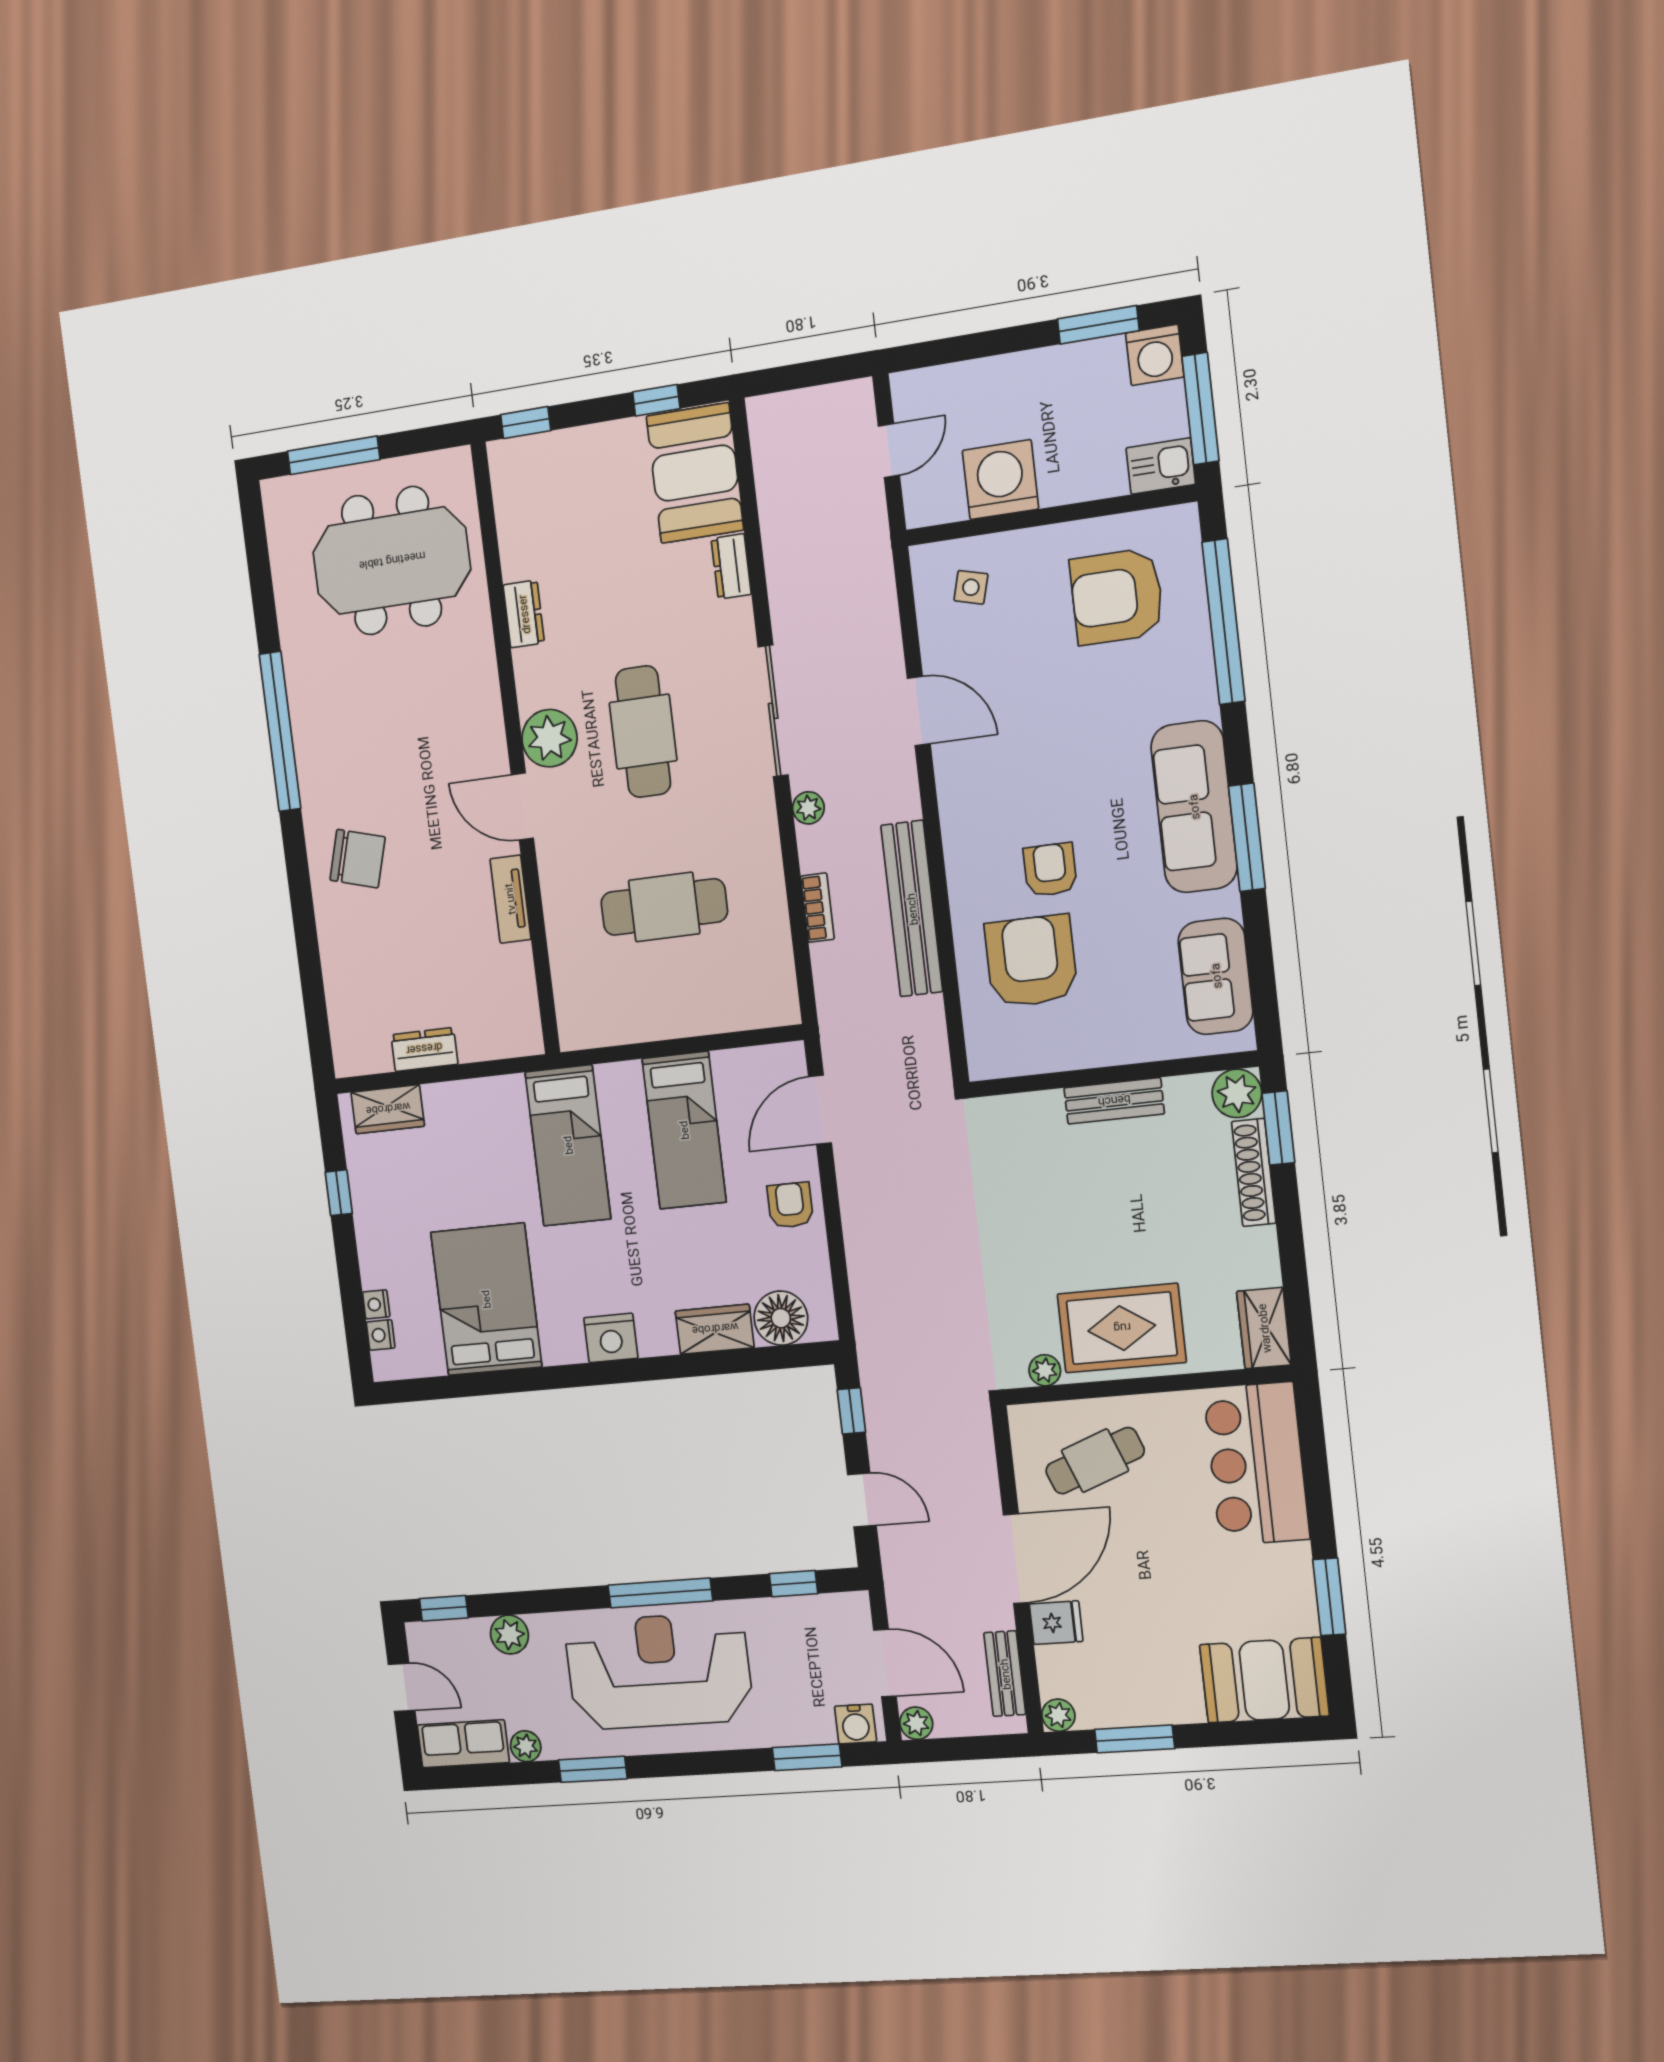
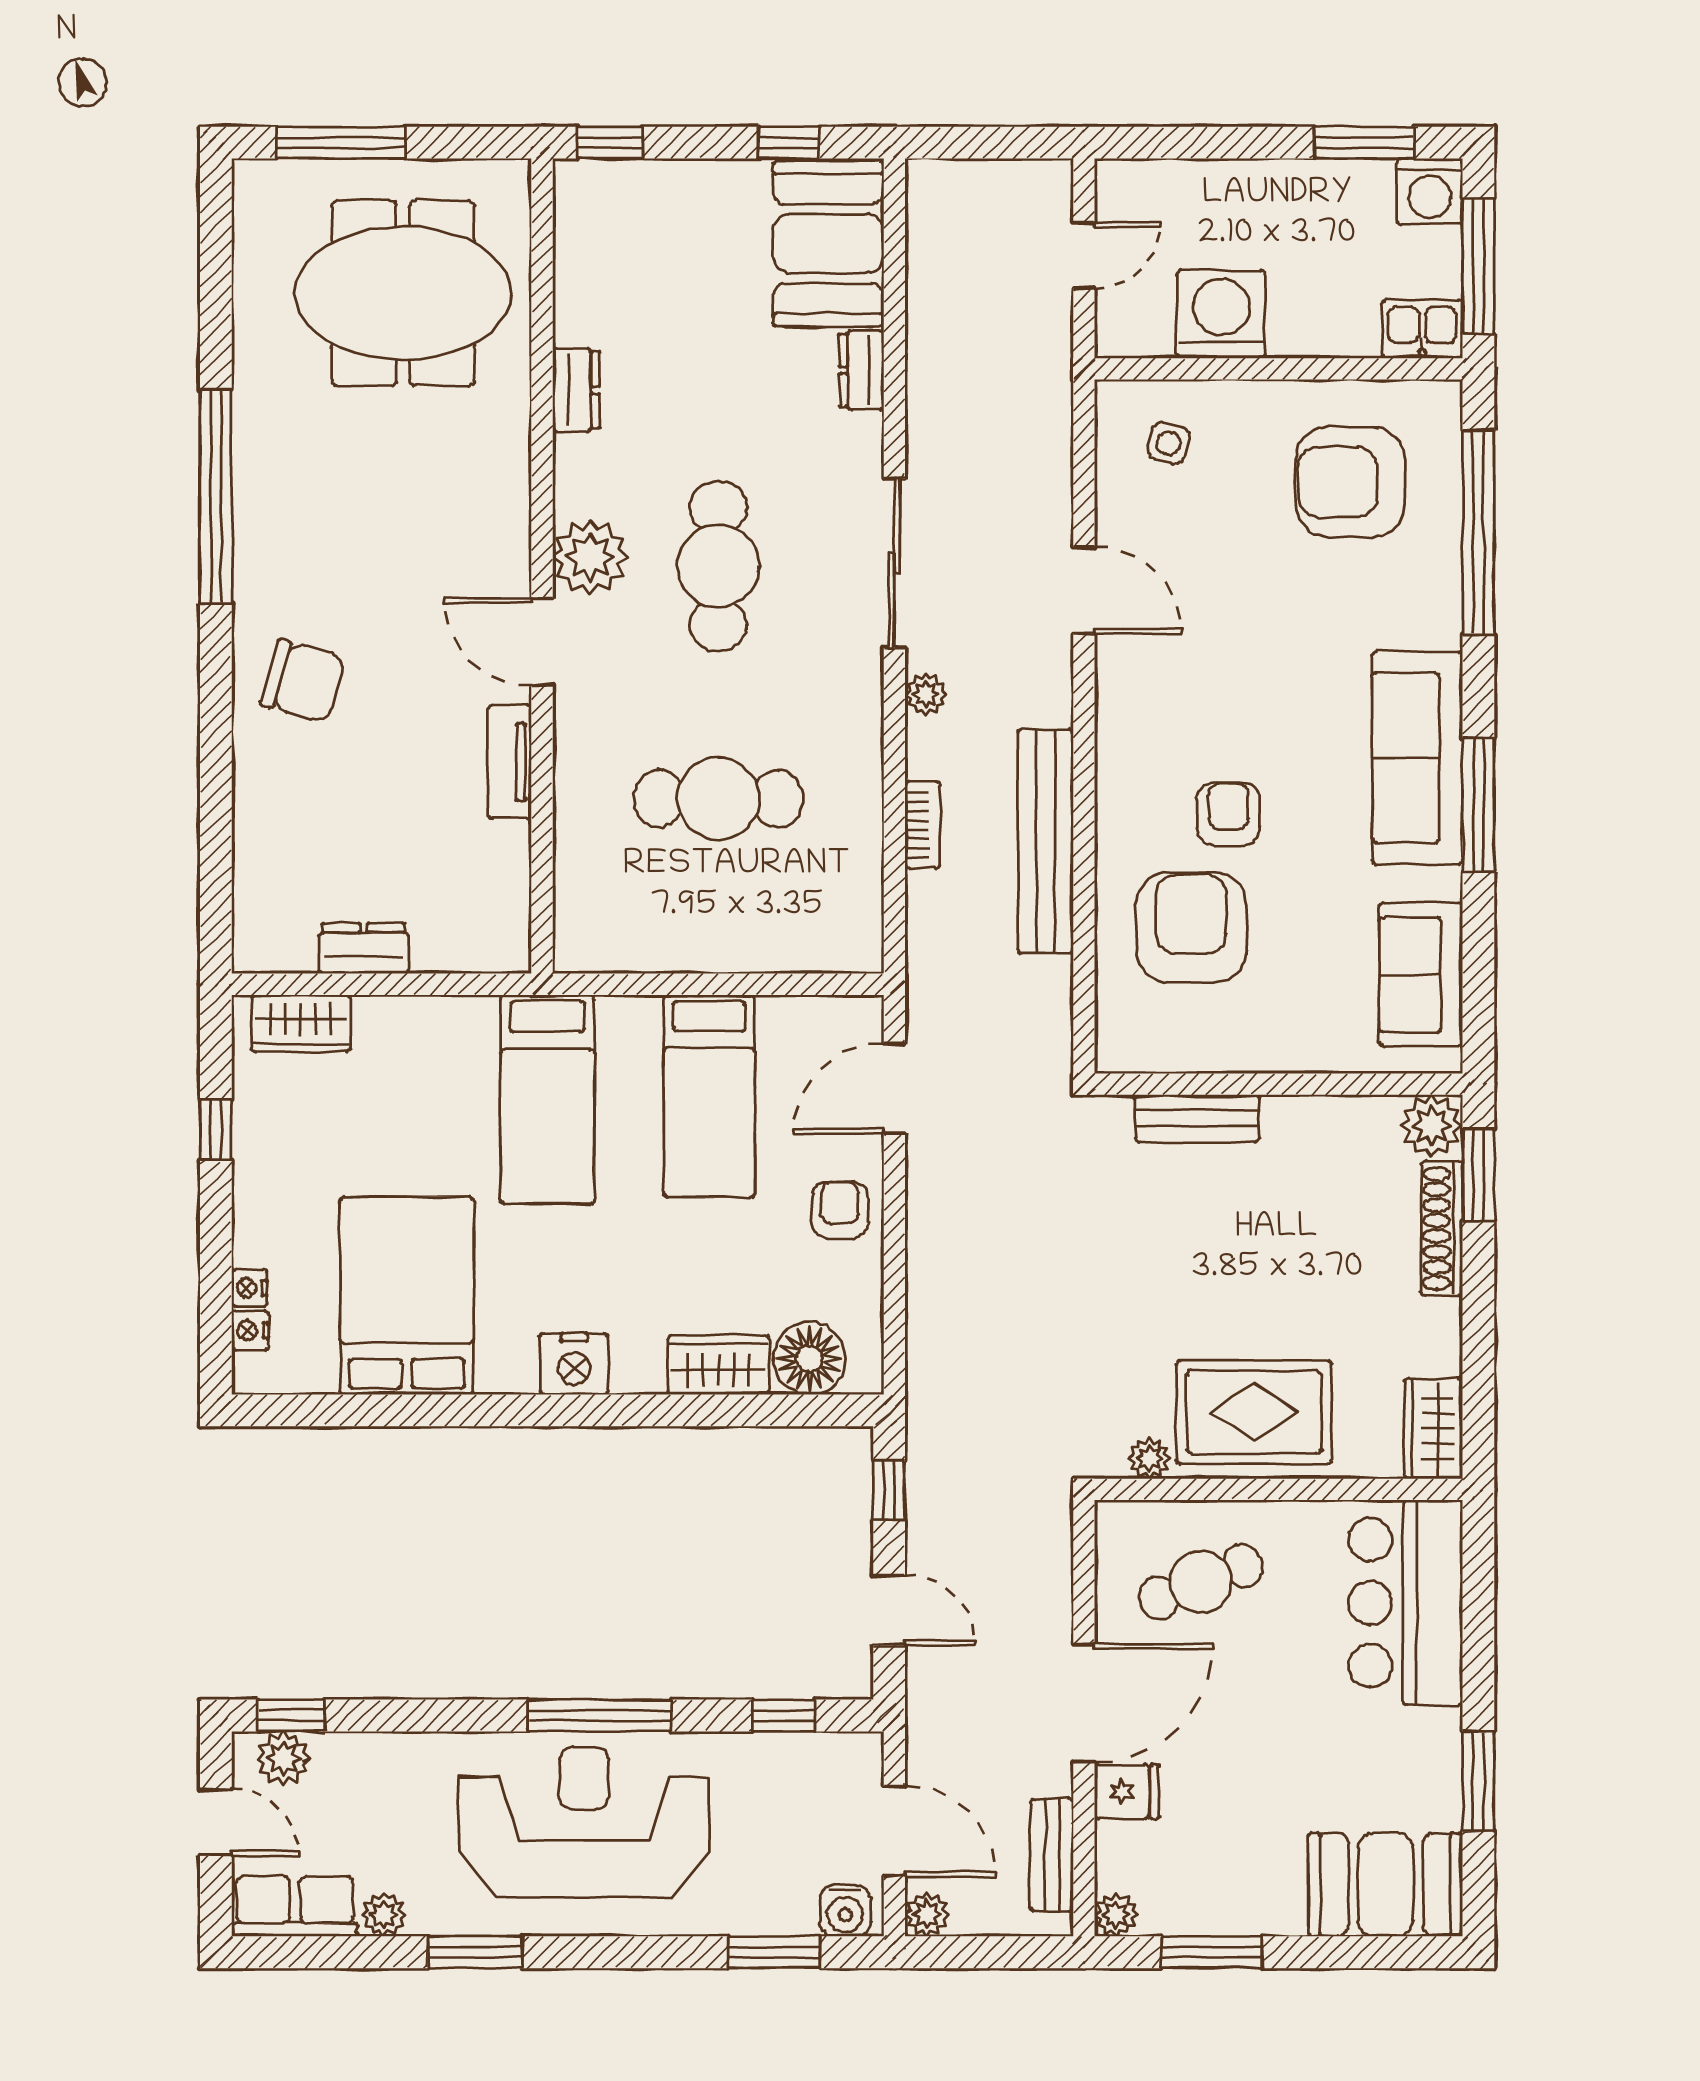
bench: (1114, 1101) -> (1197, 1118), moved
plant: (509, 1635) -> (283, 1758), moved

